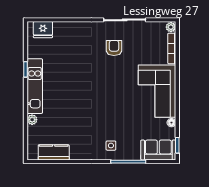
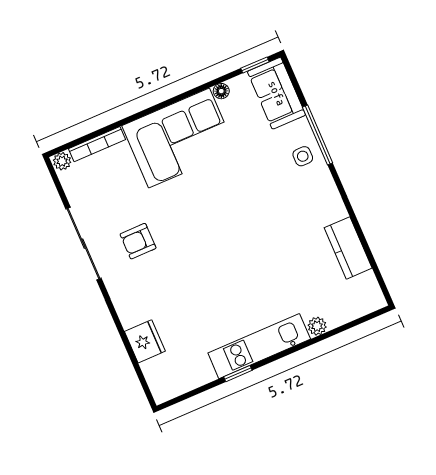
fridge: (43, 30) -> (145, 341), moved
side table: (111, 146) -> (303, 156), moved
kitchen counter: (54, 152) -> (348, 248), moved

